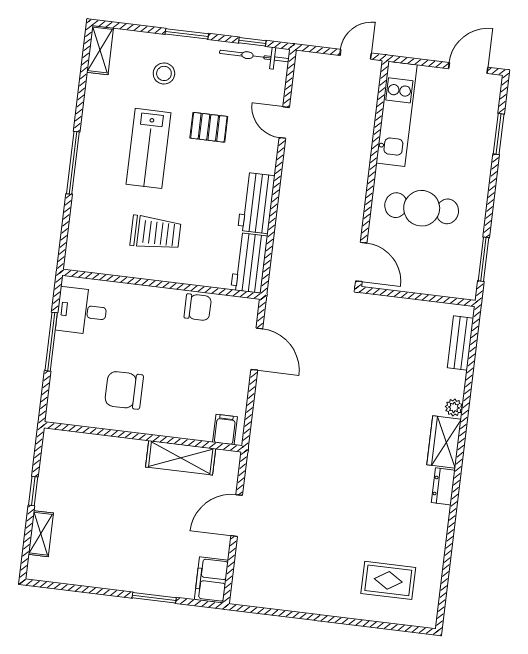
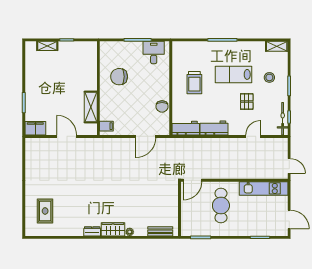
chair: (124, 390) -> (119, 77), turned -90

